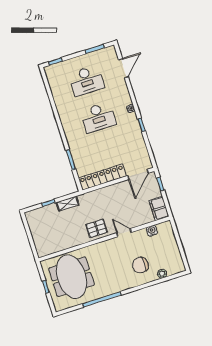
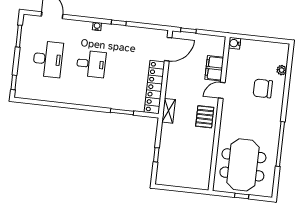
desk: (98, 117) -> (91, 64), width x0.73
door: (138, 174) -> (168, 49), hinge flipped
shelving: (68, 204) -> (169, 111), moved
filing cabinet: (159, 208) -> (214, 68), moved, turned 90
water cooler: (152, 231) -> (235, 43), moved
chair: (140, 265) -> (263, 88), turned 90
meeting table: (71, 277) -> (243, 165), turned 90

